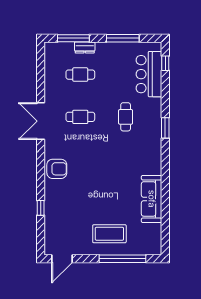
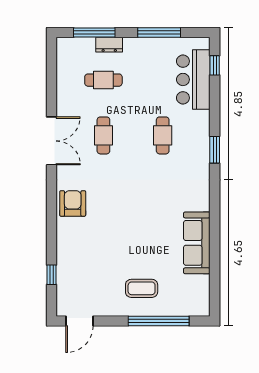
cafe table: (80, 117) -> (103, 135), turned 90
double door: (41, 121) -> (52, 141), swing flipped
armchair: (57, 169) -> (73, 203), turned -90
window: (41, 208) -> (52, 275), moved
coffee table: (109, 234) -> (142, 288), width x0.73, depth x0.76

